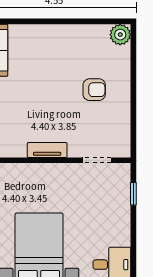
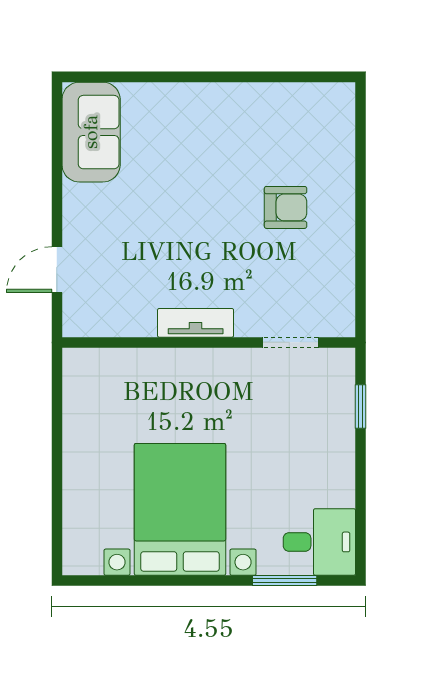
plant: (120, 35) -> (335, 102), removed

